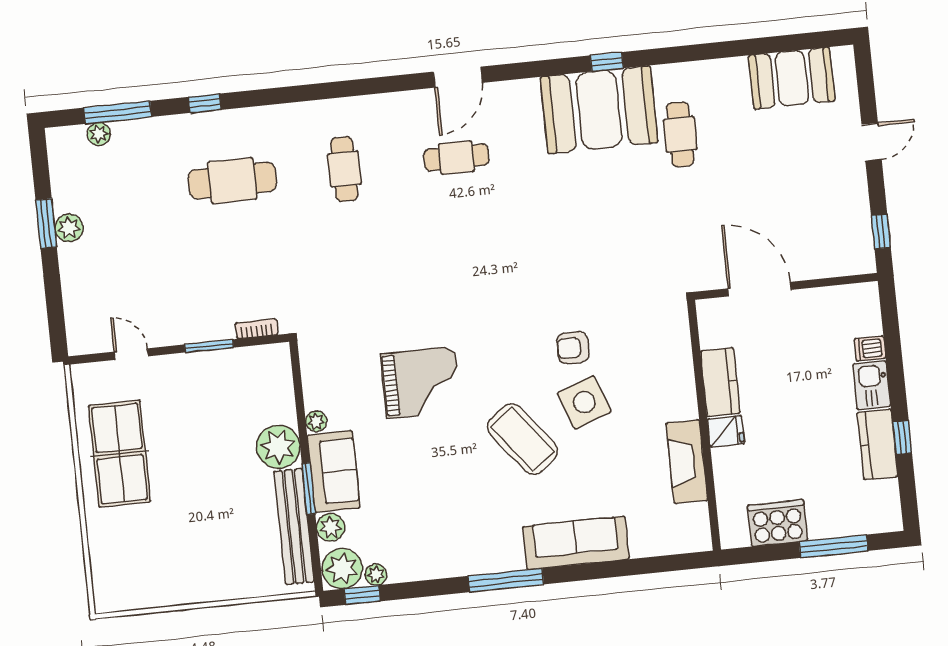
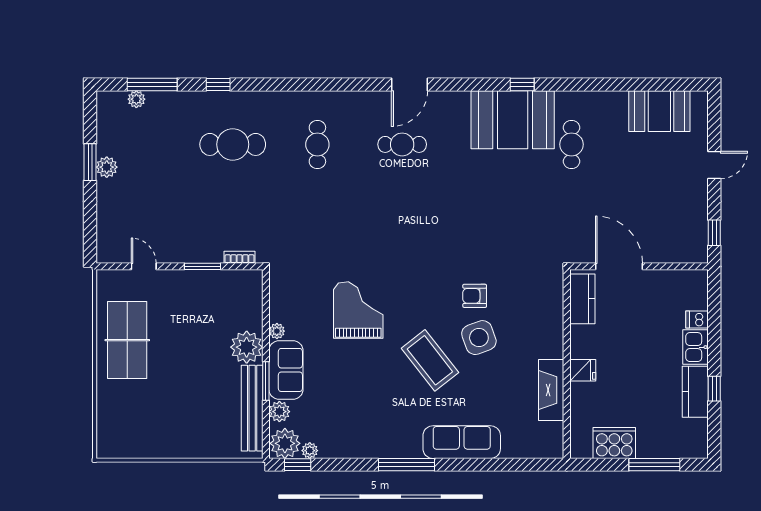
grand piano: (421, 382) -> (358, 310), turned -90
kitchen counter: (720, 382) -> (582, 299), moved

